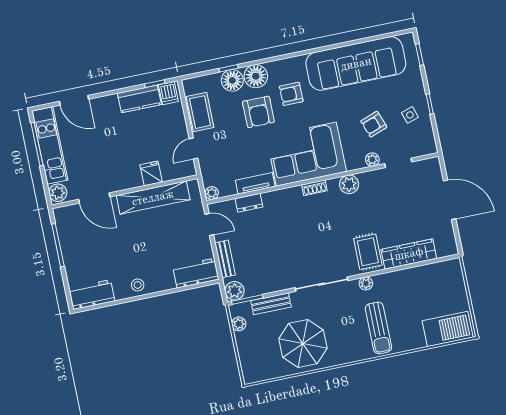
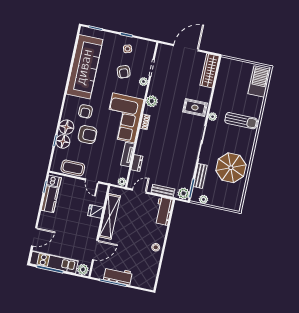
wardrobe: (409, 254) -> (210, 71), moved
workbench: (92, 295) -> (118, 276), moved, turned 90

